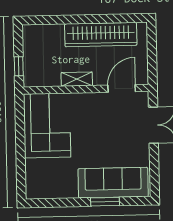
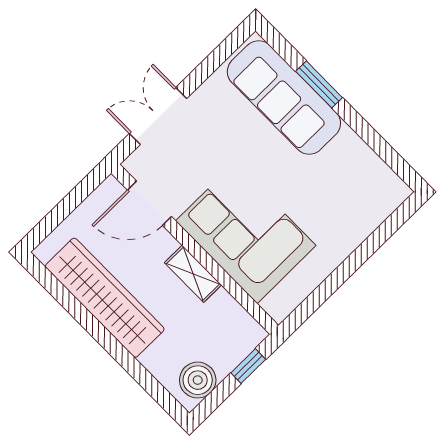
boiler: (32, 41) -> (198, 380), added
corner sofa: (47, 125) -> (246, 233), moved, turned 90

